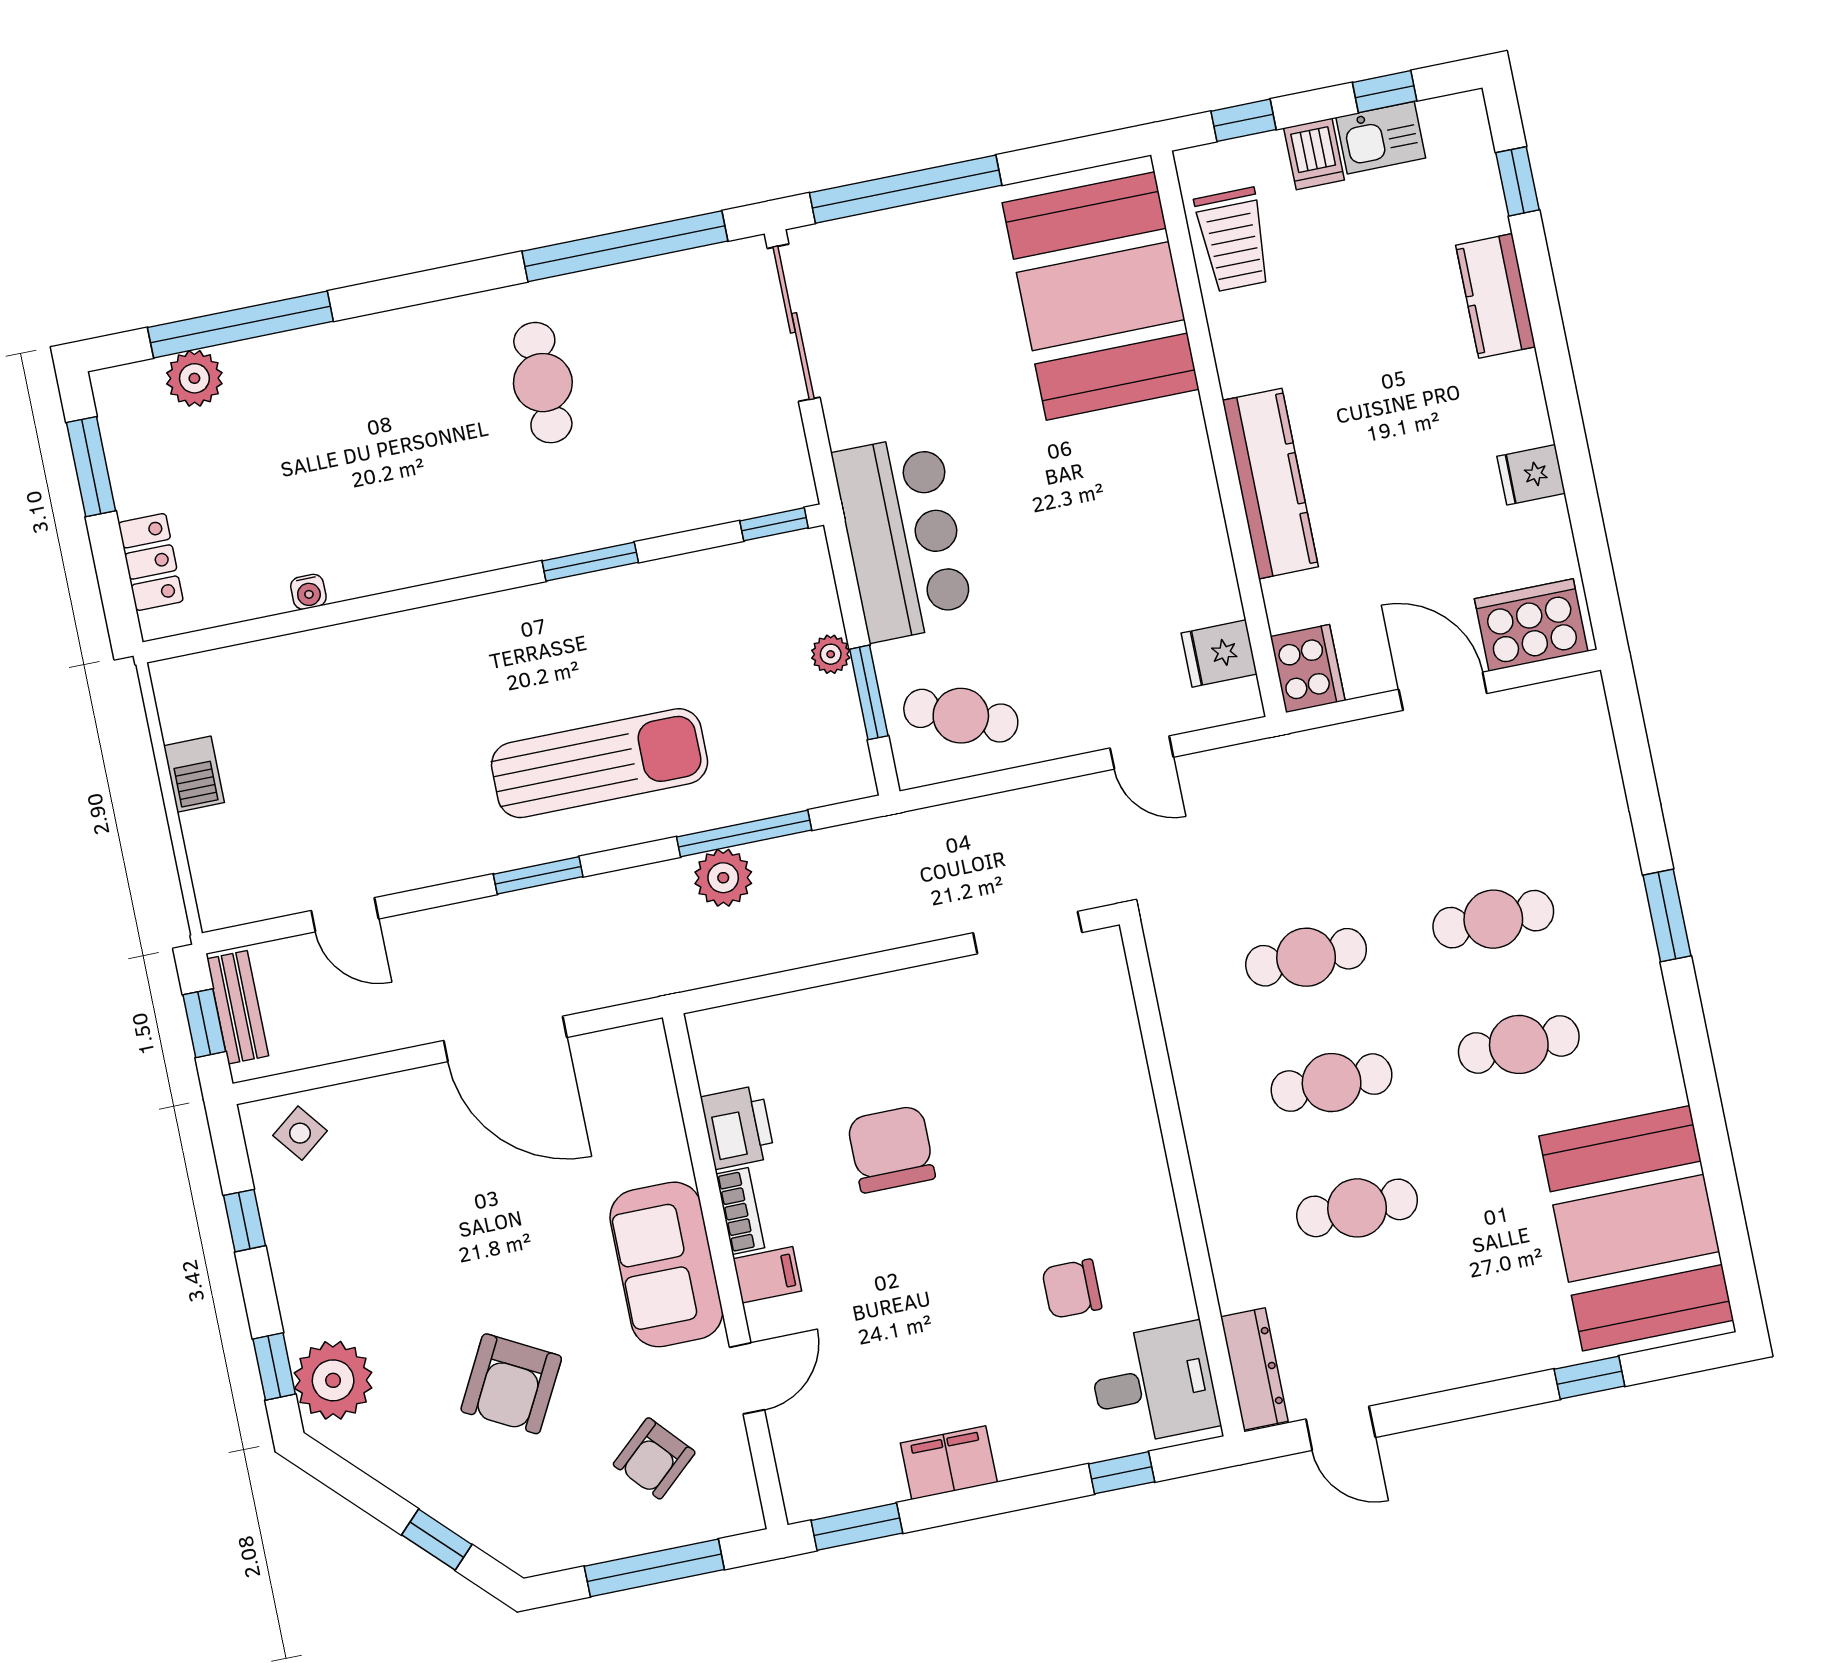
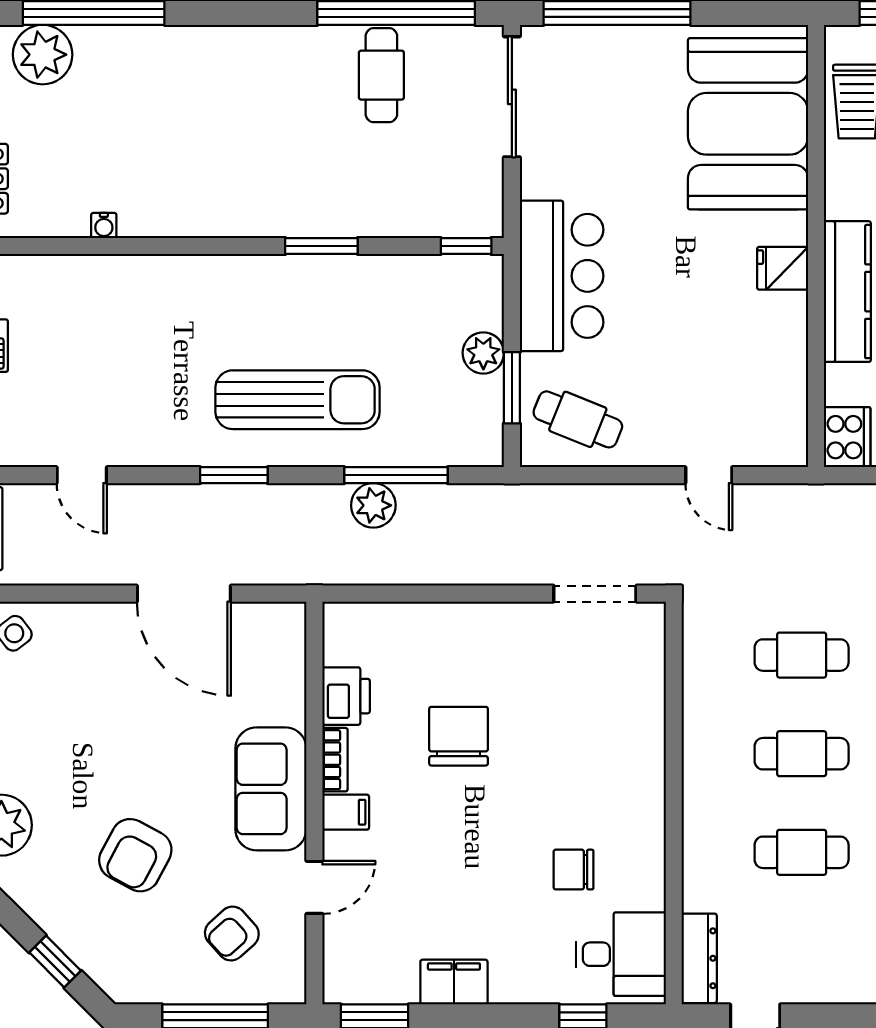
plant: (194, 378) -> (43, 55), width x1.36, depth x1.36
cafe table: (543, 383) -> (381, 75), moved
fridge: (1219, 653) -> (783, 268), moved
plant: (831, 654) -> (483, 353), width x1.38, depth x1.38

